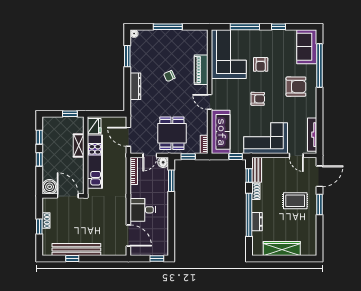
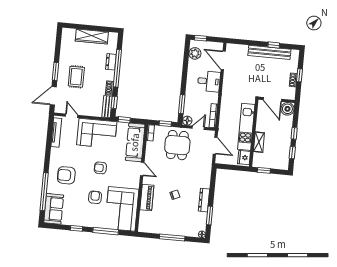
dresser: (135, 86) -> (204, 200), moved
rug: (295, 201) -> (76, 77), turned 90
plant: (162, 240) -> (195, 53), added

